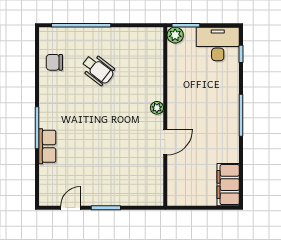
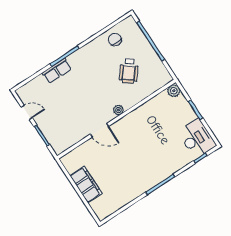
plant: (175, 35) -> (174, 91), moved
plant: (157, 108) -> (118, 110), moved
wall: (165, 116) -> (116, 119), moved
door: (165, 142) -> (99, 130), moved
filing cabinet: (228, 185) -> (86, 184), moved, turned 90

